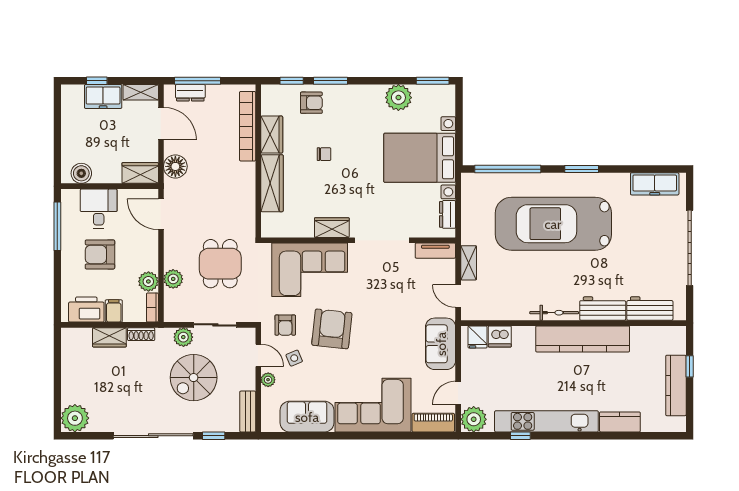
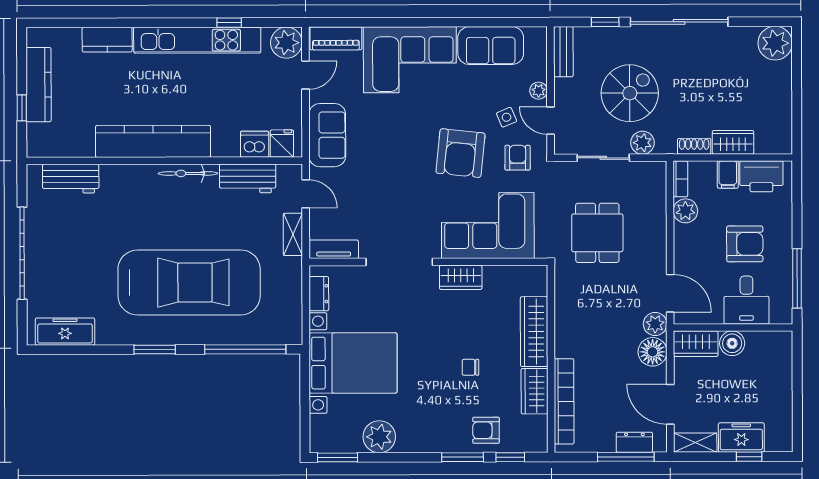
boiler: (81, 173) -> (732, 343), moved
plant: (173, 279) -> (655, 324), moved
workbench: (603, 309) -> (248, 178), moved

